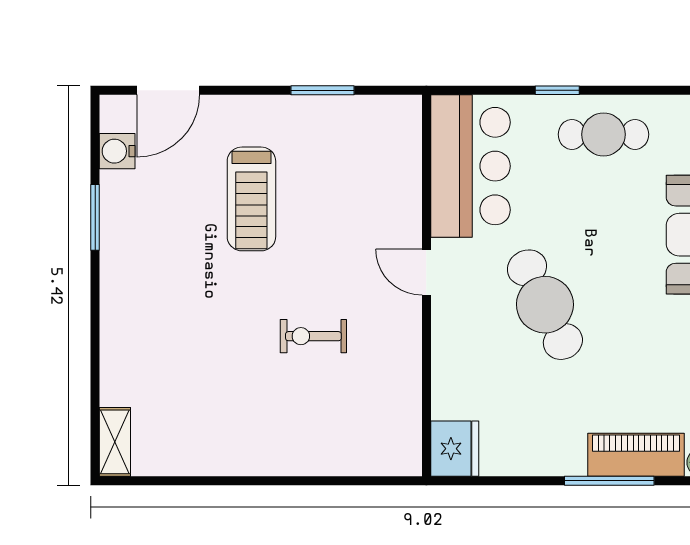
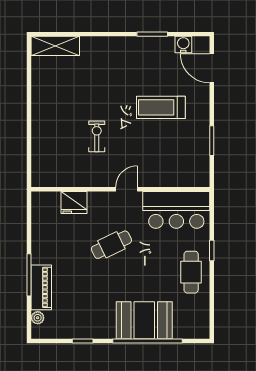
cafe table: (545, 305) -> (111, 245), width x0.73, depth x0.74
shelving: (115, 442) -> (55, 46), width x1.50, depth x1.33
fridge: (455, 449) -> (74, 202), moved

